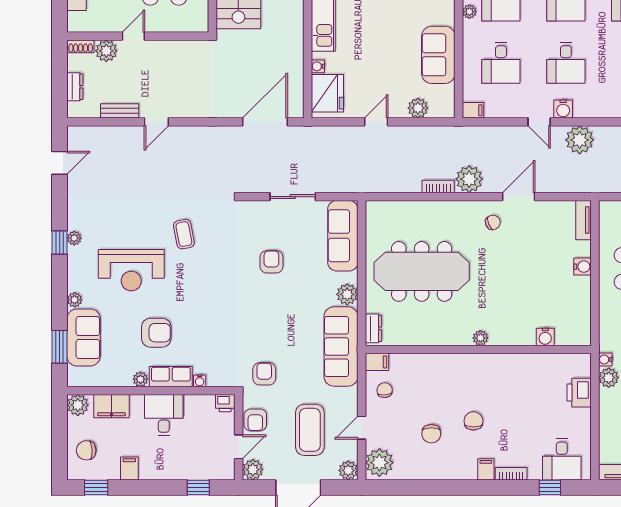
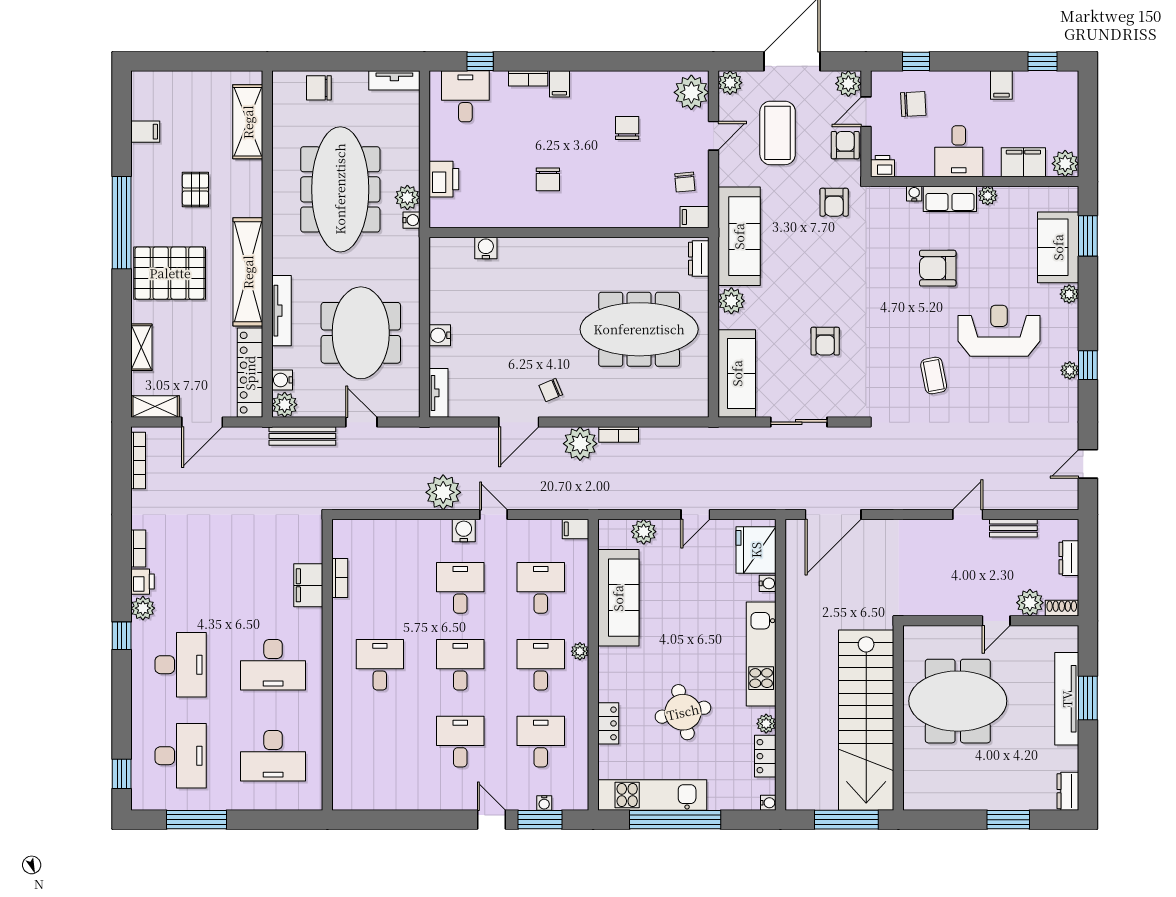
sofa: (438, 55) -> (618, 598), width x1.36
armchair: (156, 333) -> (938, 268), moved
plant: (480, 338) -> (566, 247), removed
chair: (473, 421) -> (548, 179), moved
chair: (86, 450) -> (913, 104), moved

